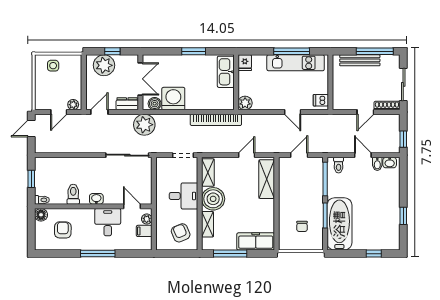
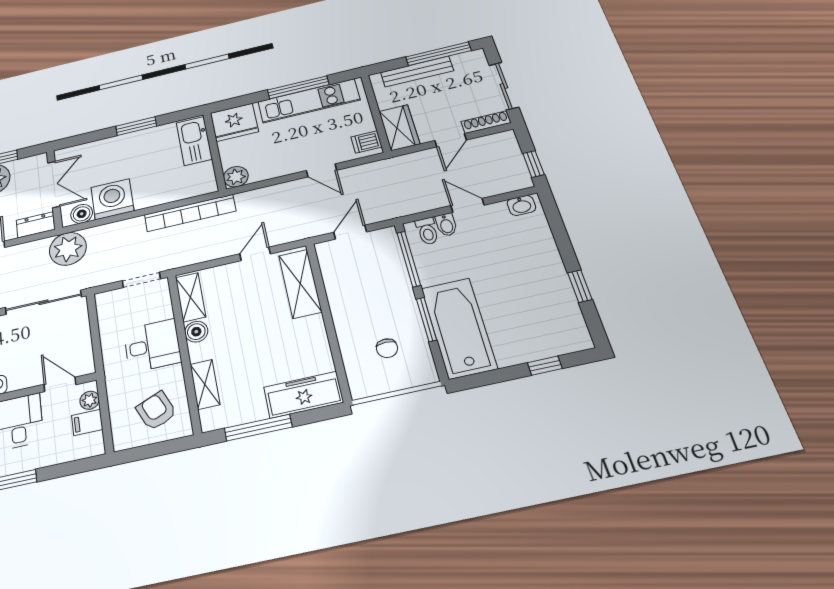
fridge: (245, 63) -> (234, 122), width x1.88, depth x1.34
wardrobe: (341, 96) -> (399, 128), added
bidet: (377, 164) -> (446, 225), moved
boiler: (213, 199) -> (196, 332), width x0.54, depth x0.54

